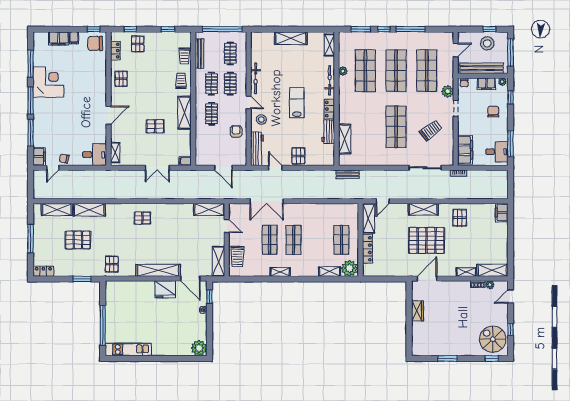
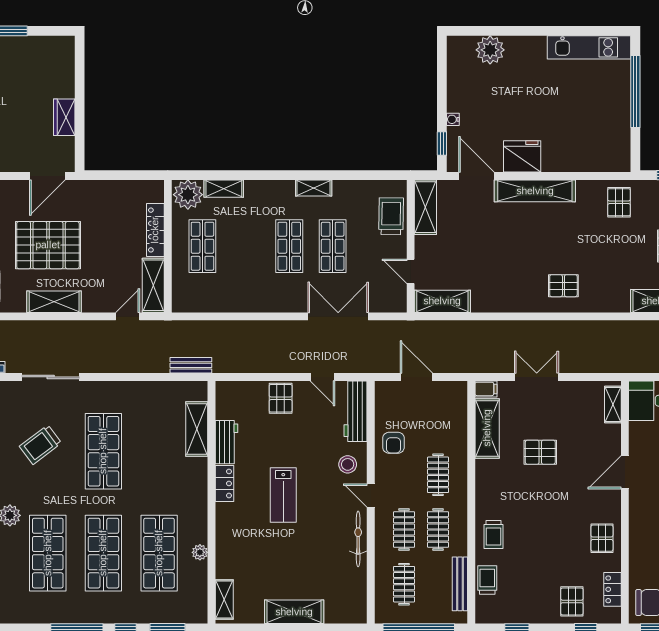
bicycle: (330, 80) -> (224, 535), removed
shelving: (184, 113) -> (487, 428), moved
plant: (199, 348) -> (490, 50), moved

